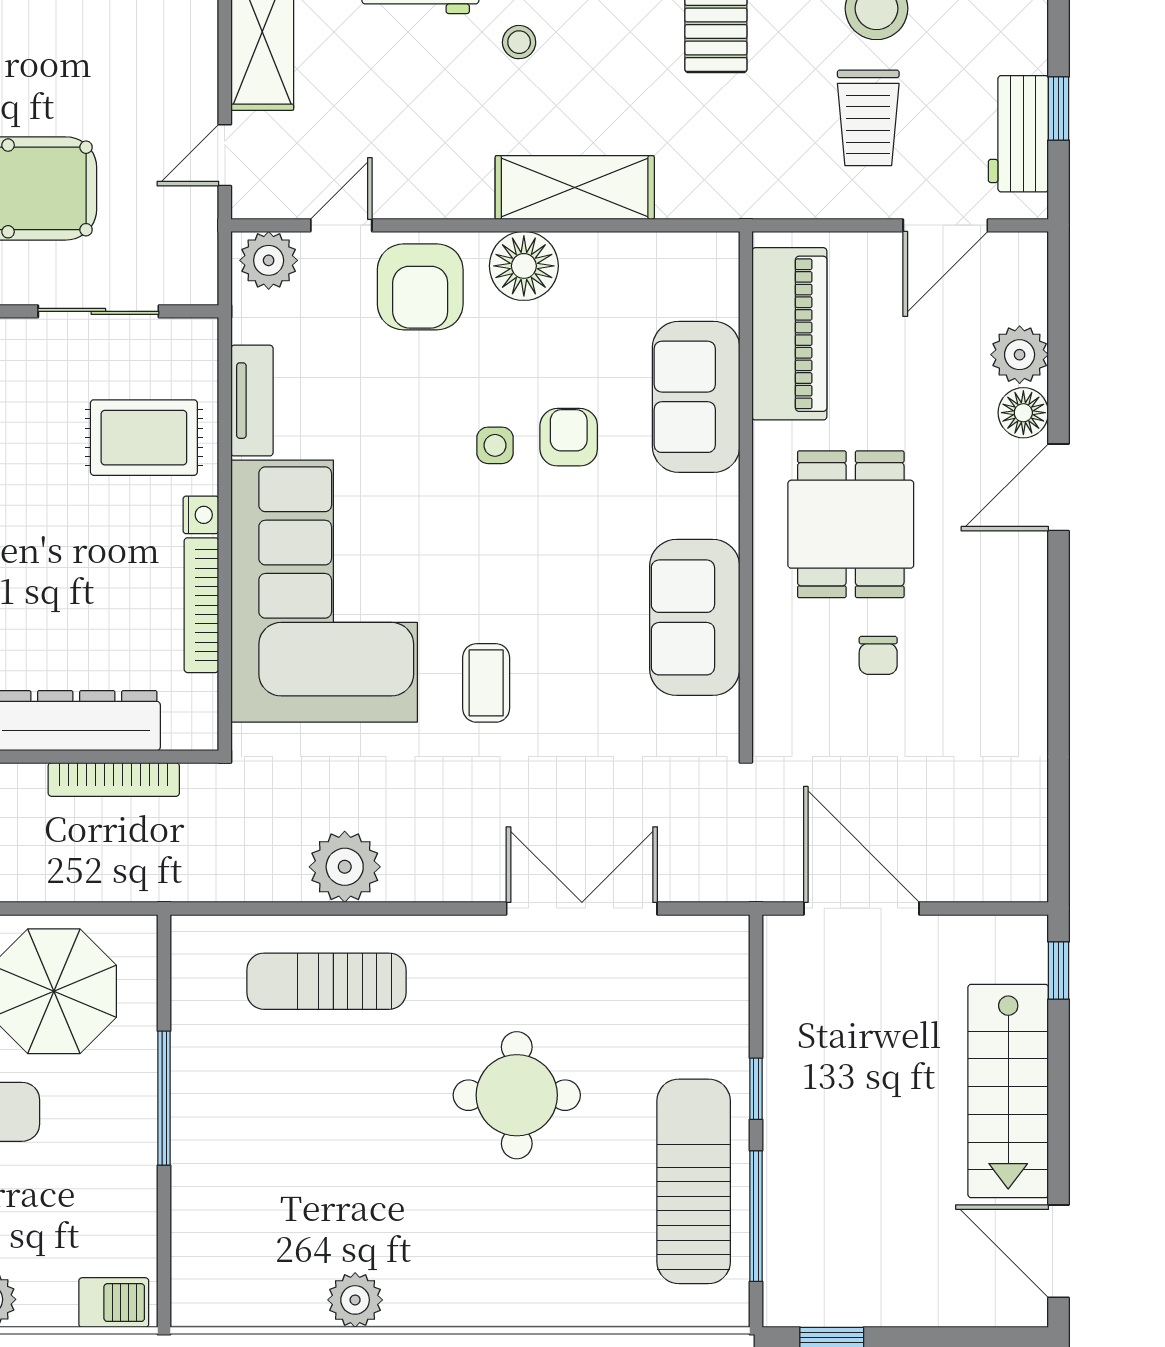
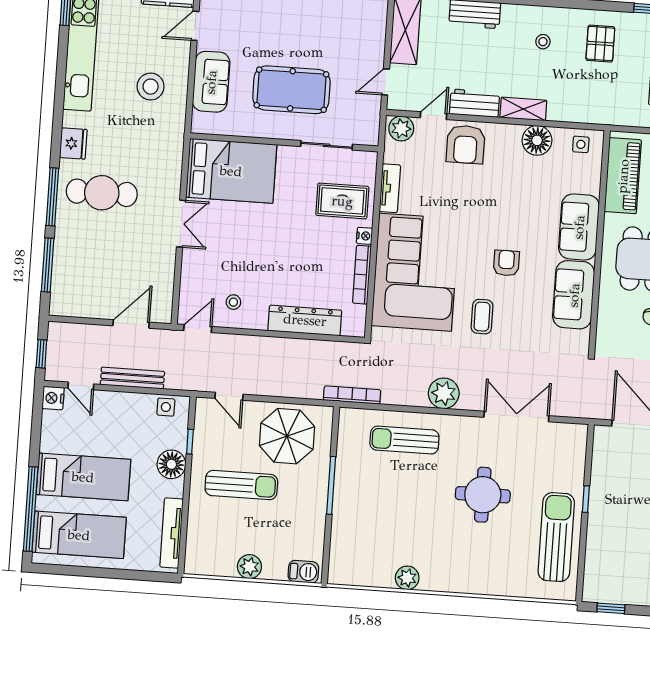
stool: (519, 42) -> (543, 42), moved
shelving: (575, 187) -> (523, 109), width x0.67, depth x0.75
workbench: (434, 190) -> (475, 103), added
floor lamp: (524, 266) -> (537, 140), moved
sofa: (696, 397) -> (579, 227), moved
armchair: (569, 437) -> (506, 263), moved
side table: (495, 445) -> (581, 144), moved
bookcase: (114, 780) -> (352, 395), moved, turned 180
plant: (345, 867) -> (444, 393), moved
window: (756, 1216) -> (582, 554), removed

